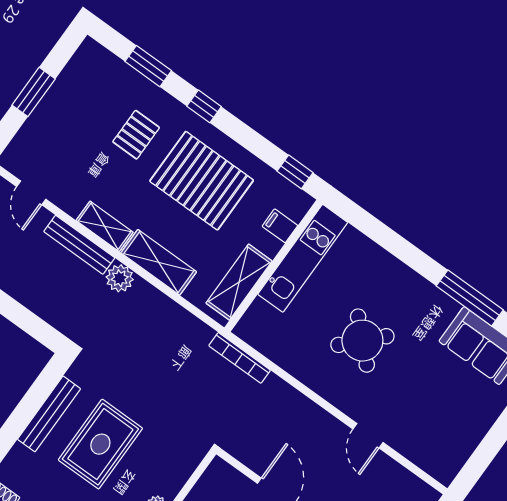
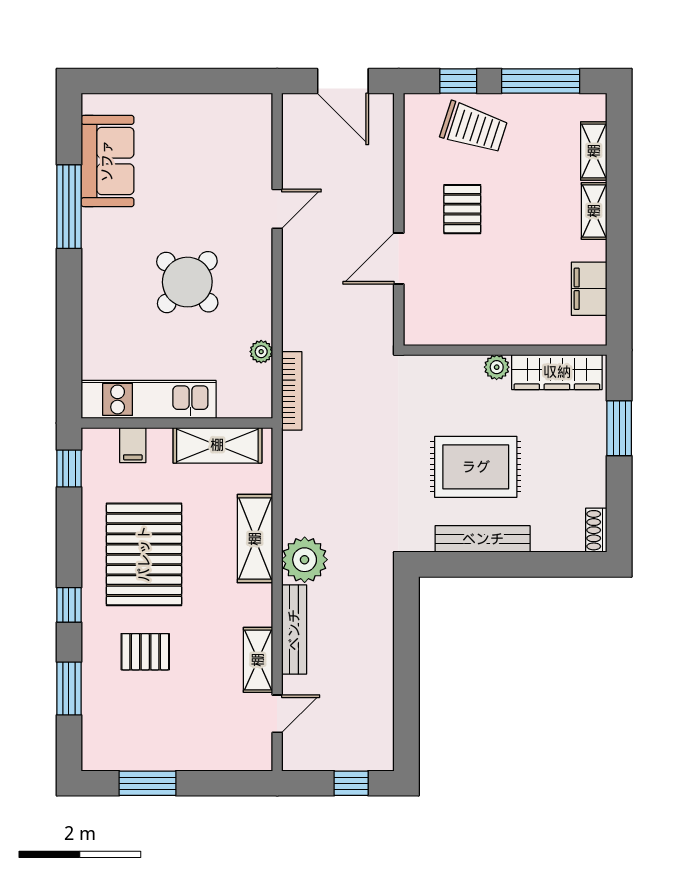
window: (34, 92) -> (147, 783), moved
shelving: (105, 226) -> (258, 660), moved
plant: (120, 278) -> (305, 560), width x1.36, depth x1.36
plant: (280, 356) -> (261, 352), added

